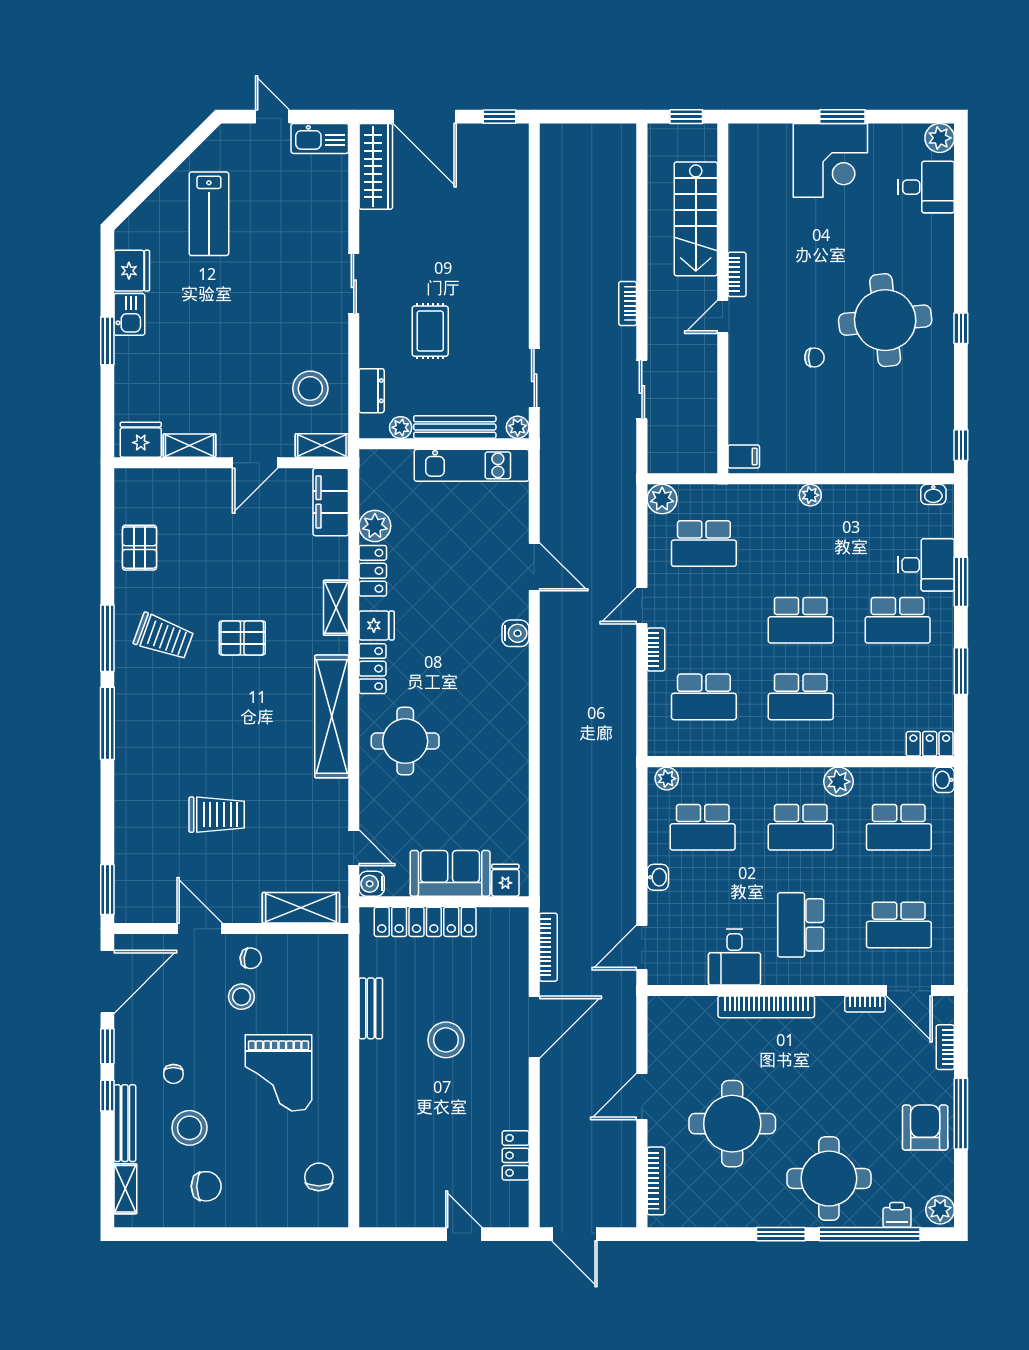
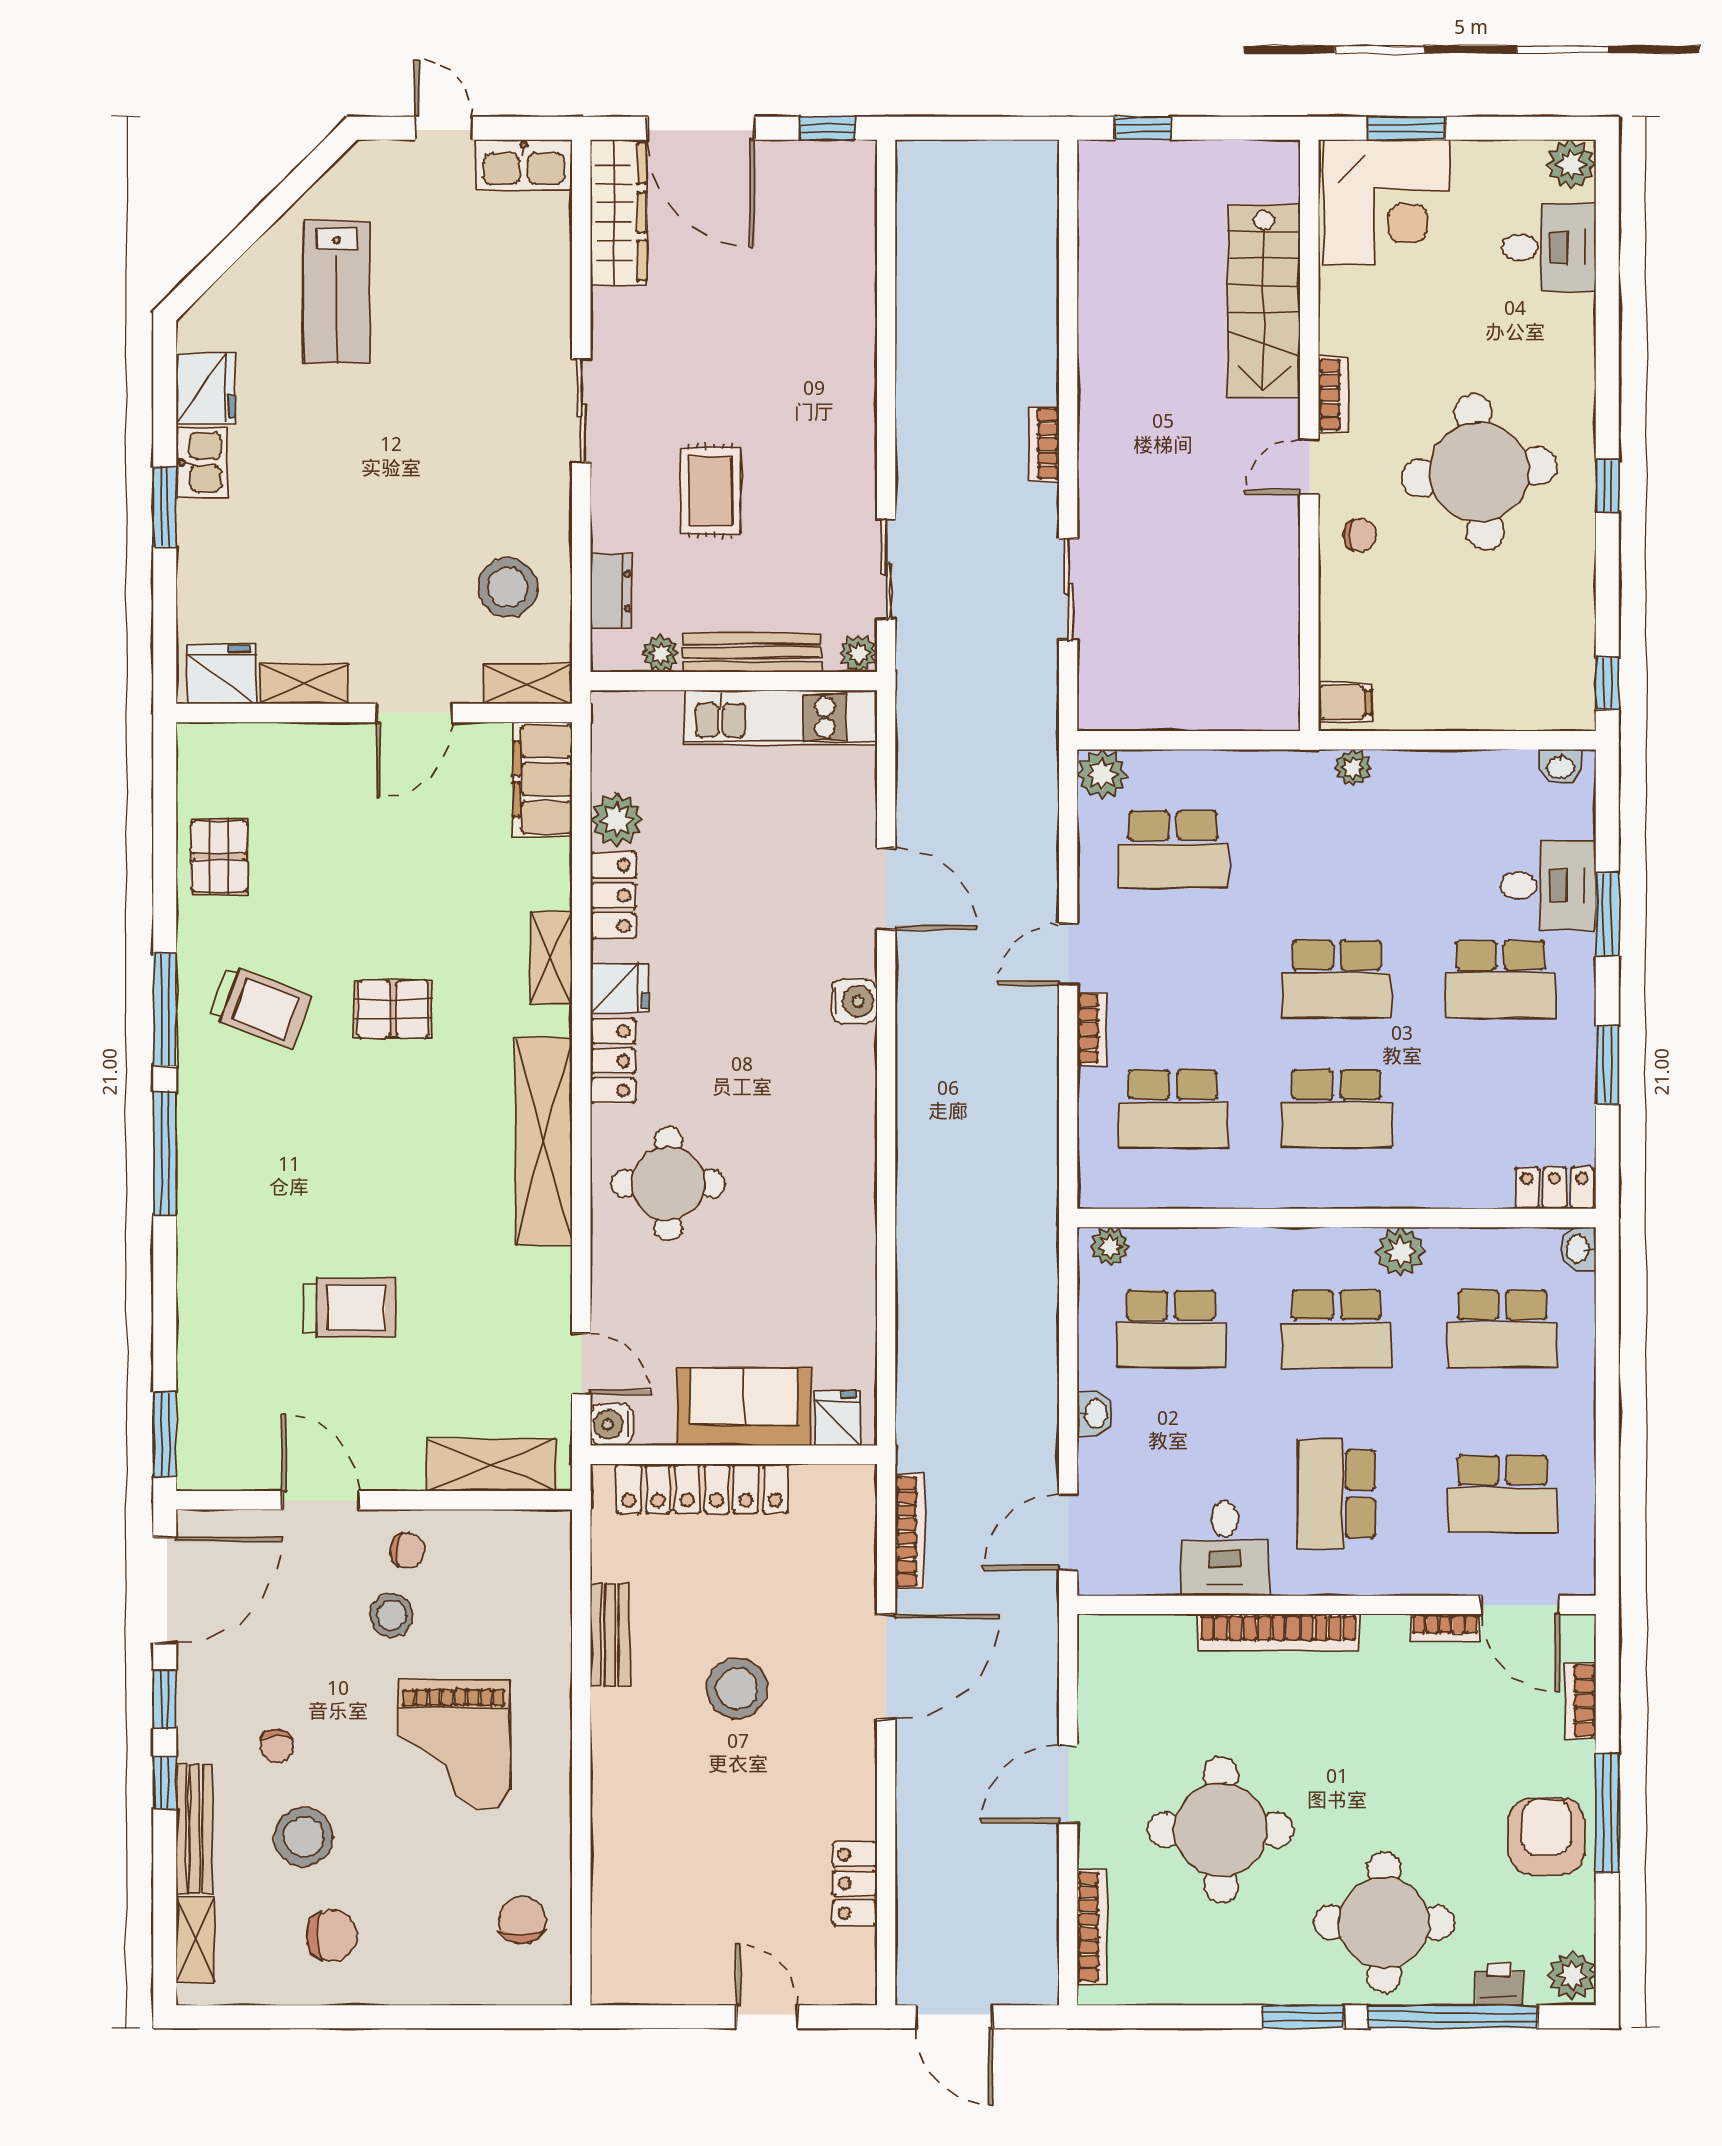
stairs: (696, 219) -> (1264, 301), moved
bookcase: (737, 274) -> (1333, 395), moved
wall: (723, 298) -> (1309, 435), moved
door: (723, 317) -> (1309, 466), moved
filing cabinet: (744, 456) -> (1345, 702), moved

